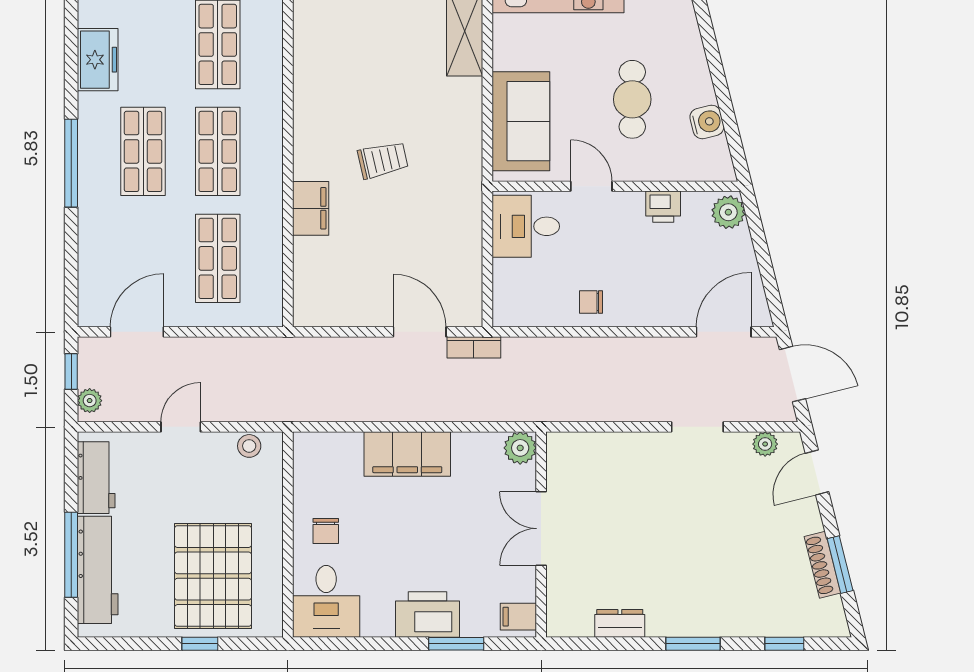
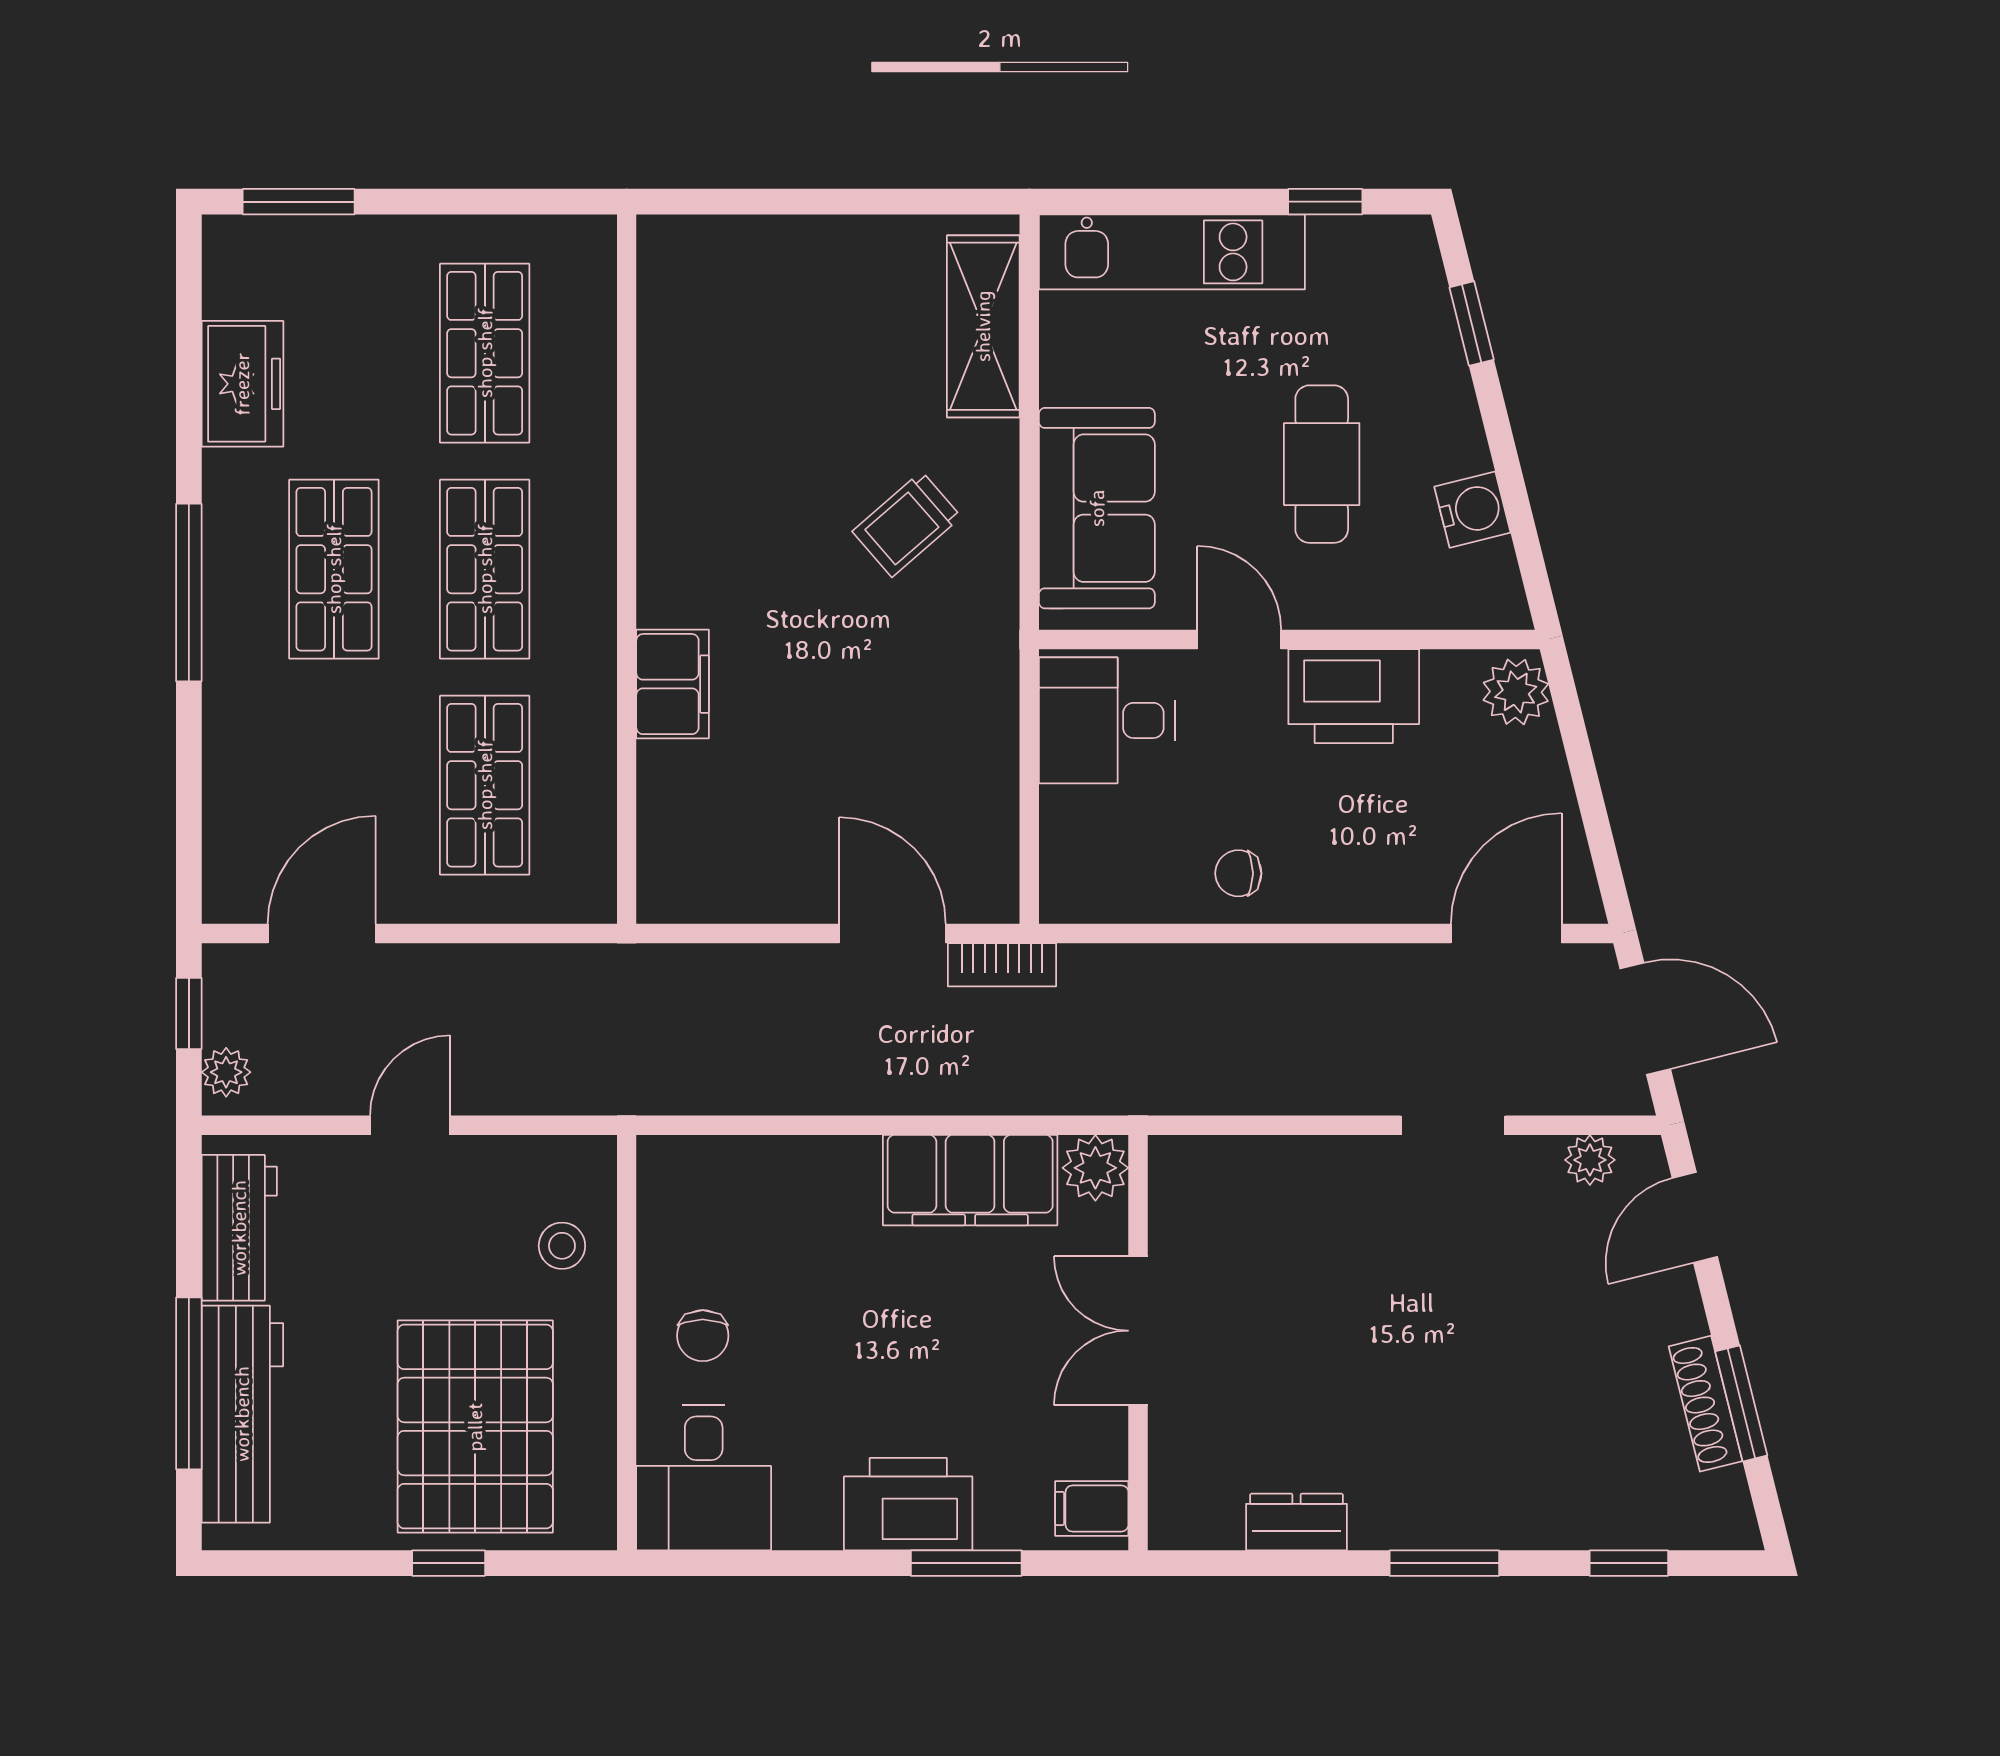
window: (706, 30) -> (1472, 323), added
trolley: (383, 160) -> (907, 524), moved, turned 152
printer: (663, 207) -> (1354, 696), width x1.87, depth x1.48
stool: (249, 446) -> (562, 1246), moved
filing cabinet: (407, 454) -> (970, 1180), moved

